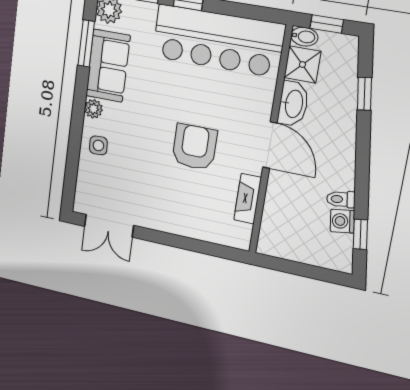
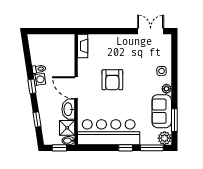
fireplace: (248, 199) -> (83, 46), moved
washing machine: (342, 221) -> (39, 79), moved
window: (360, 234) -> (32, 86), moved

